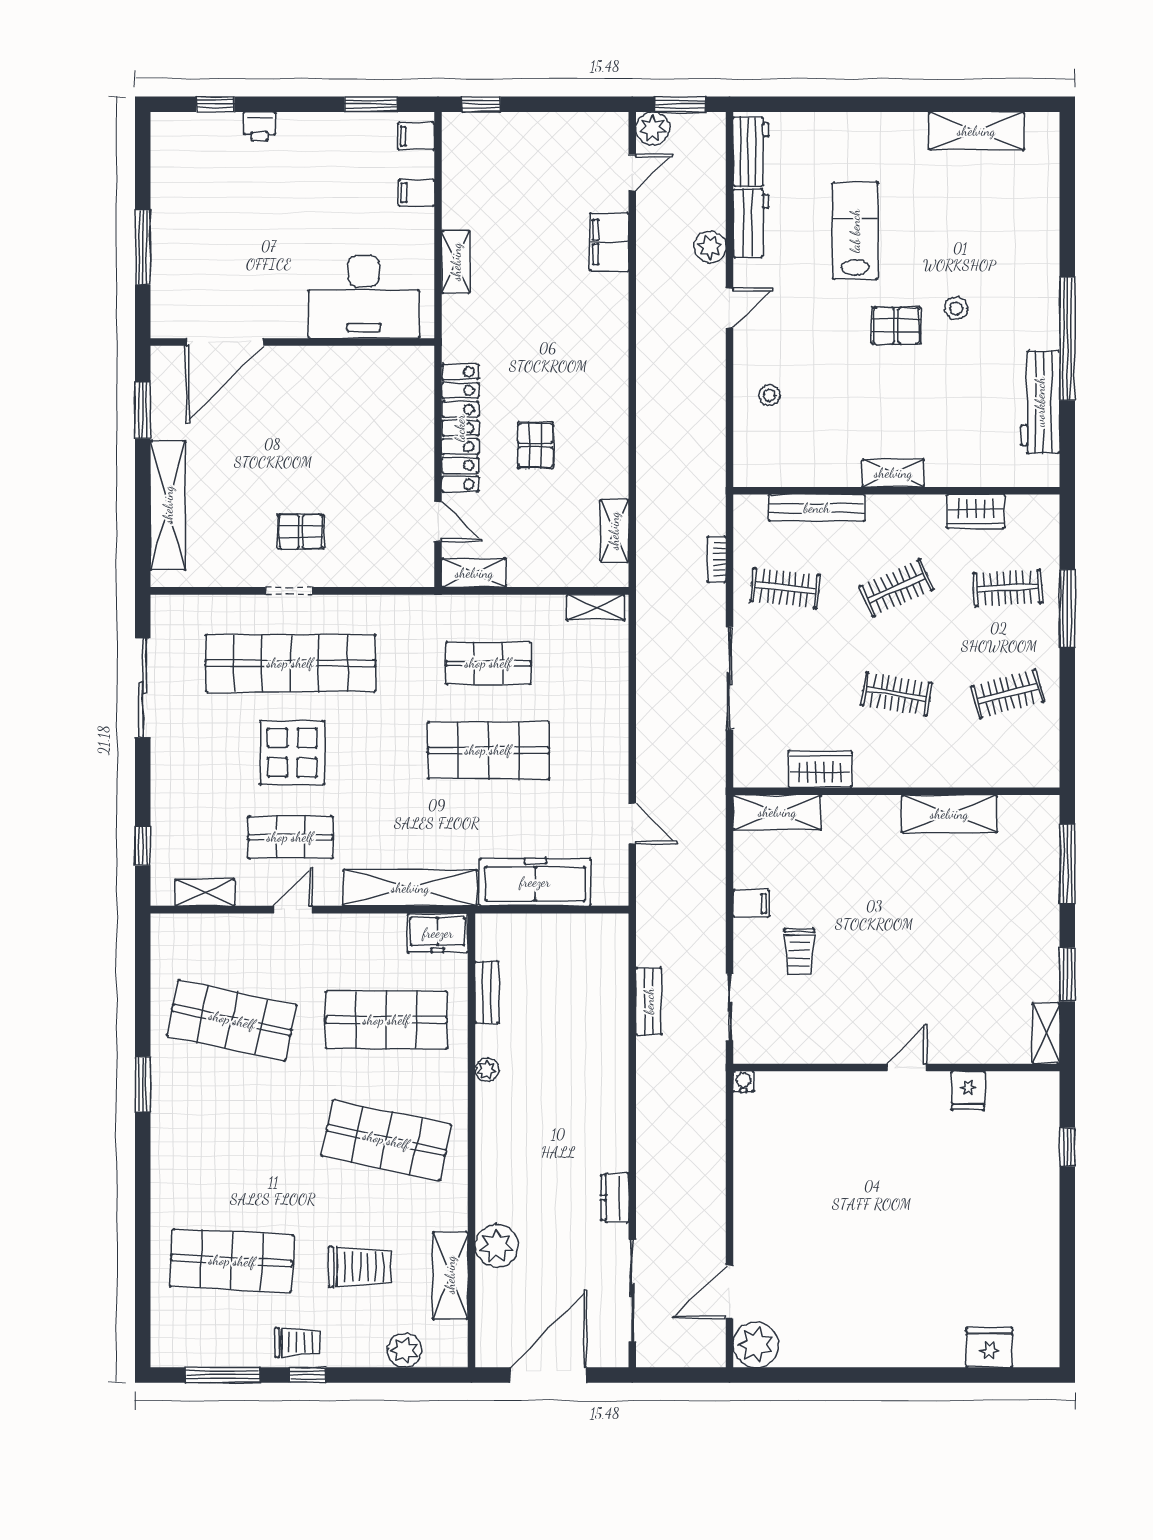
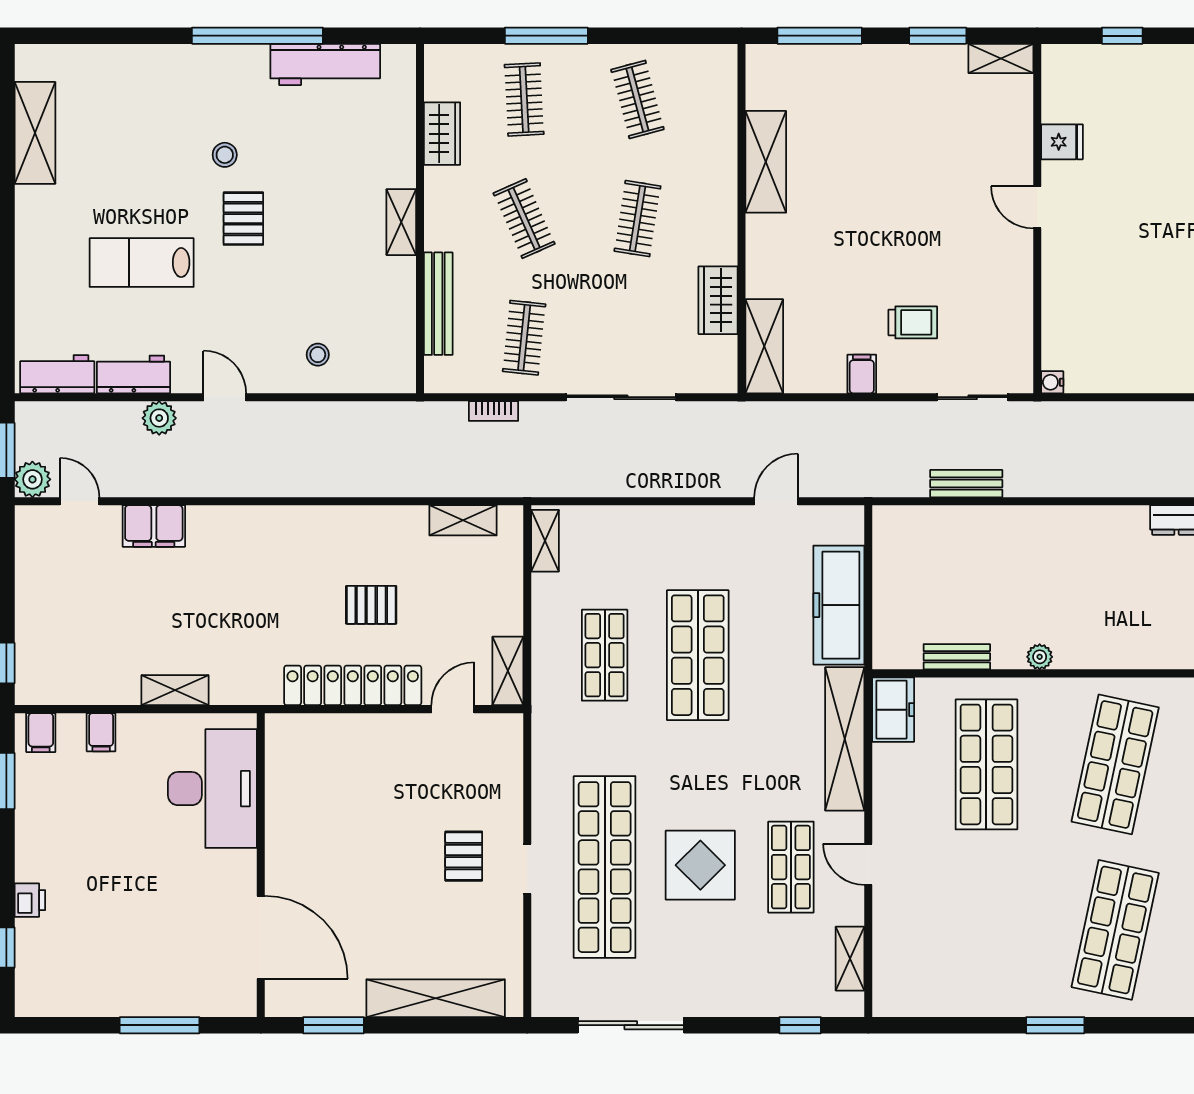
shop shelf: (232, 1020) -> (1115, 930), moved

